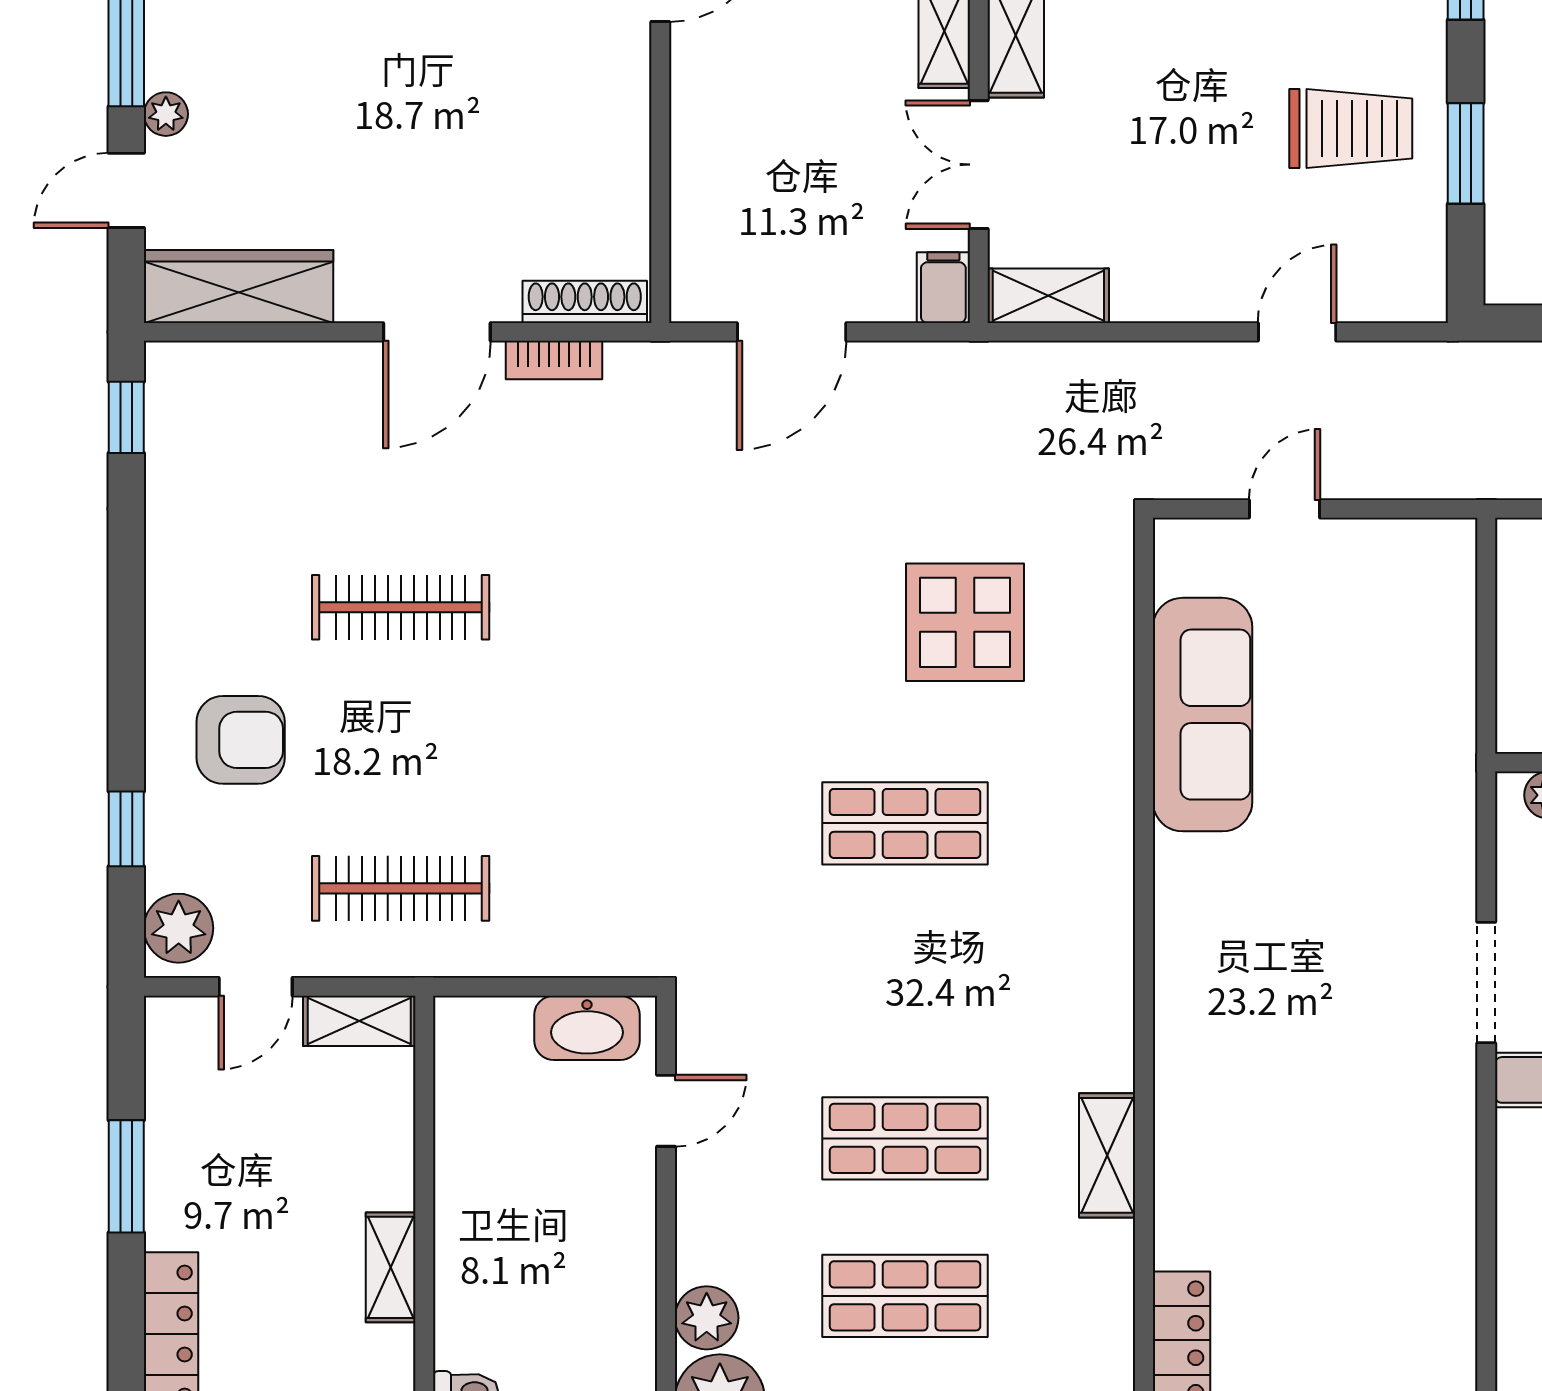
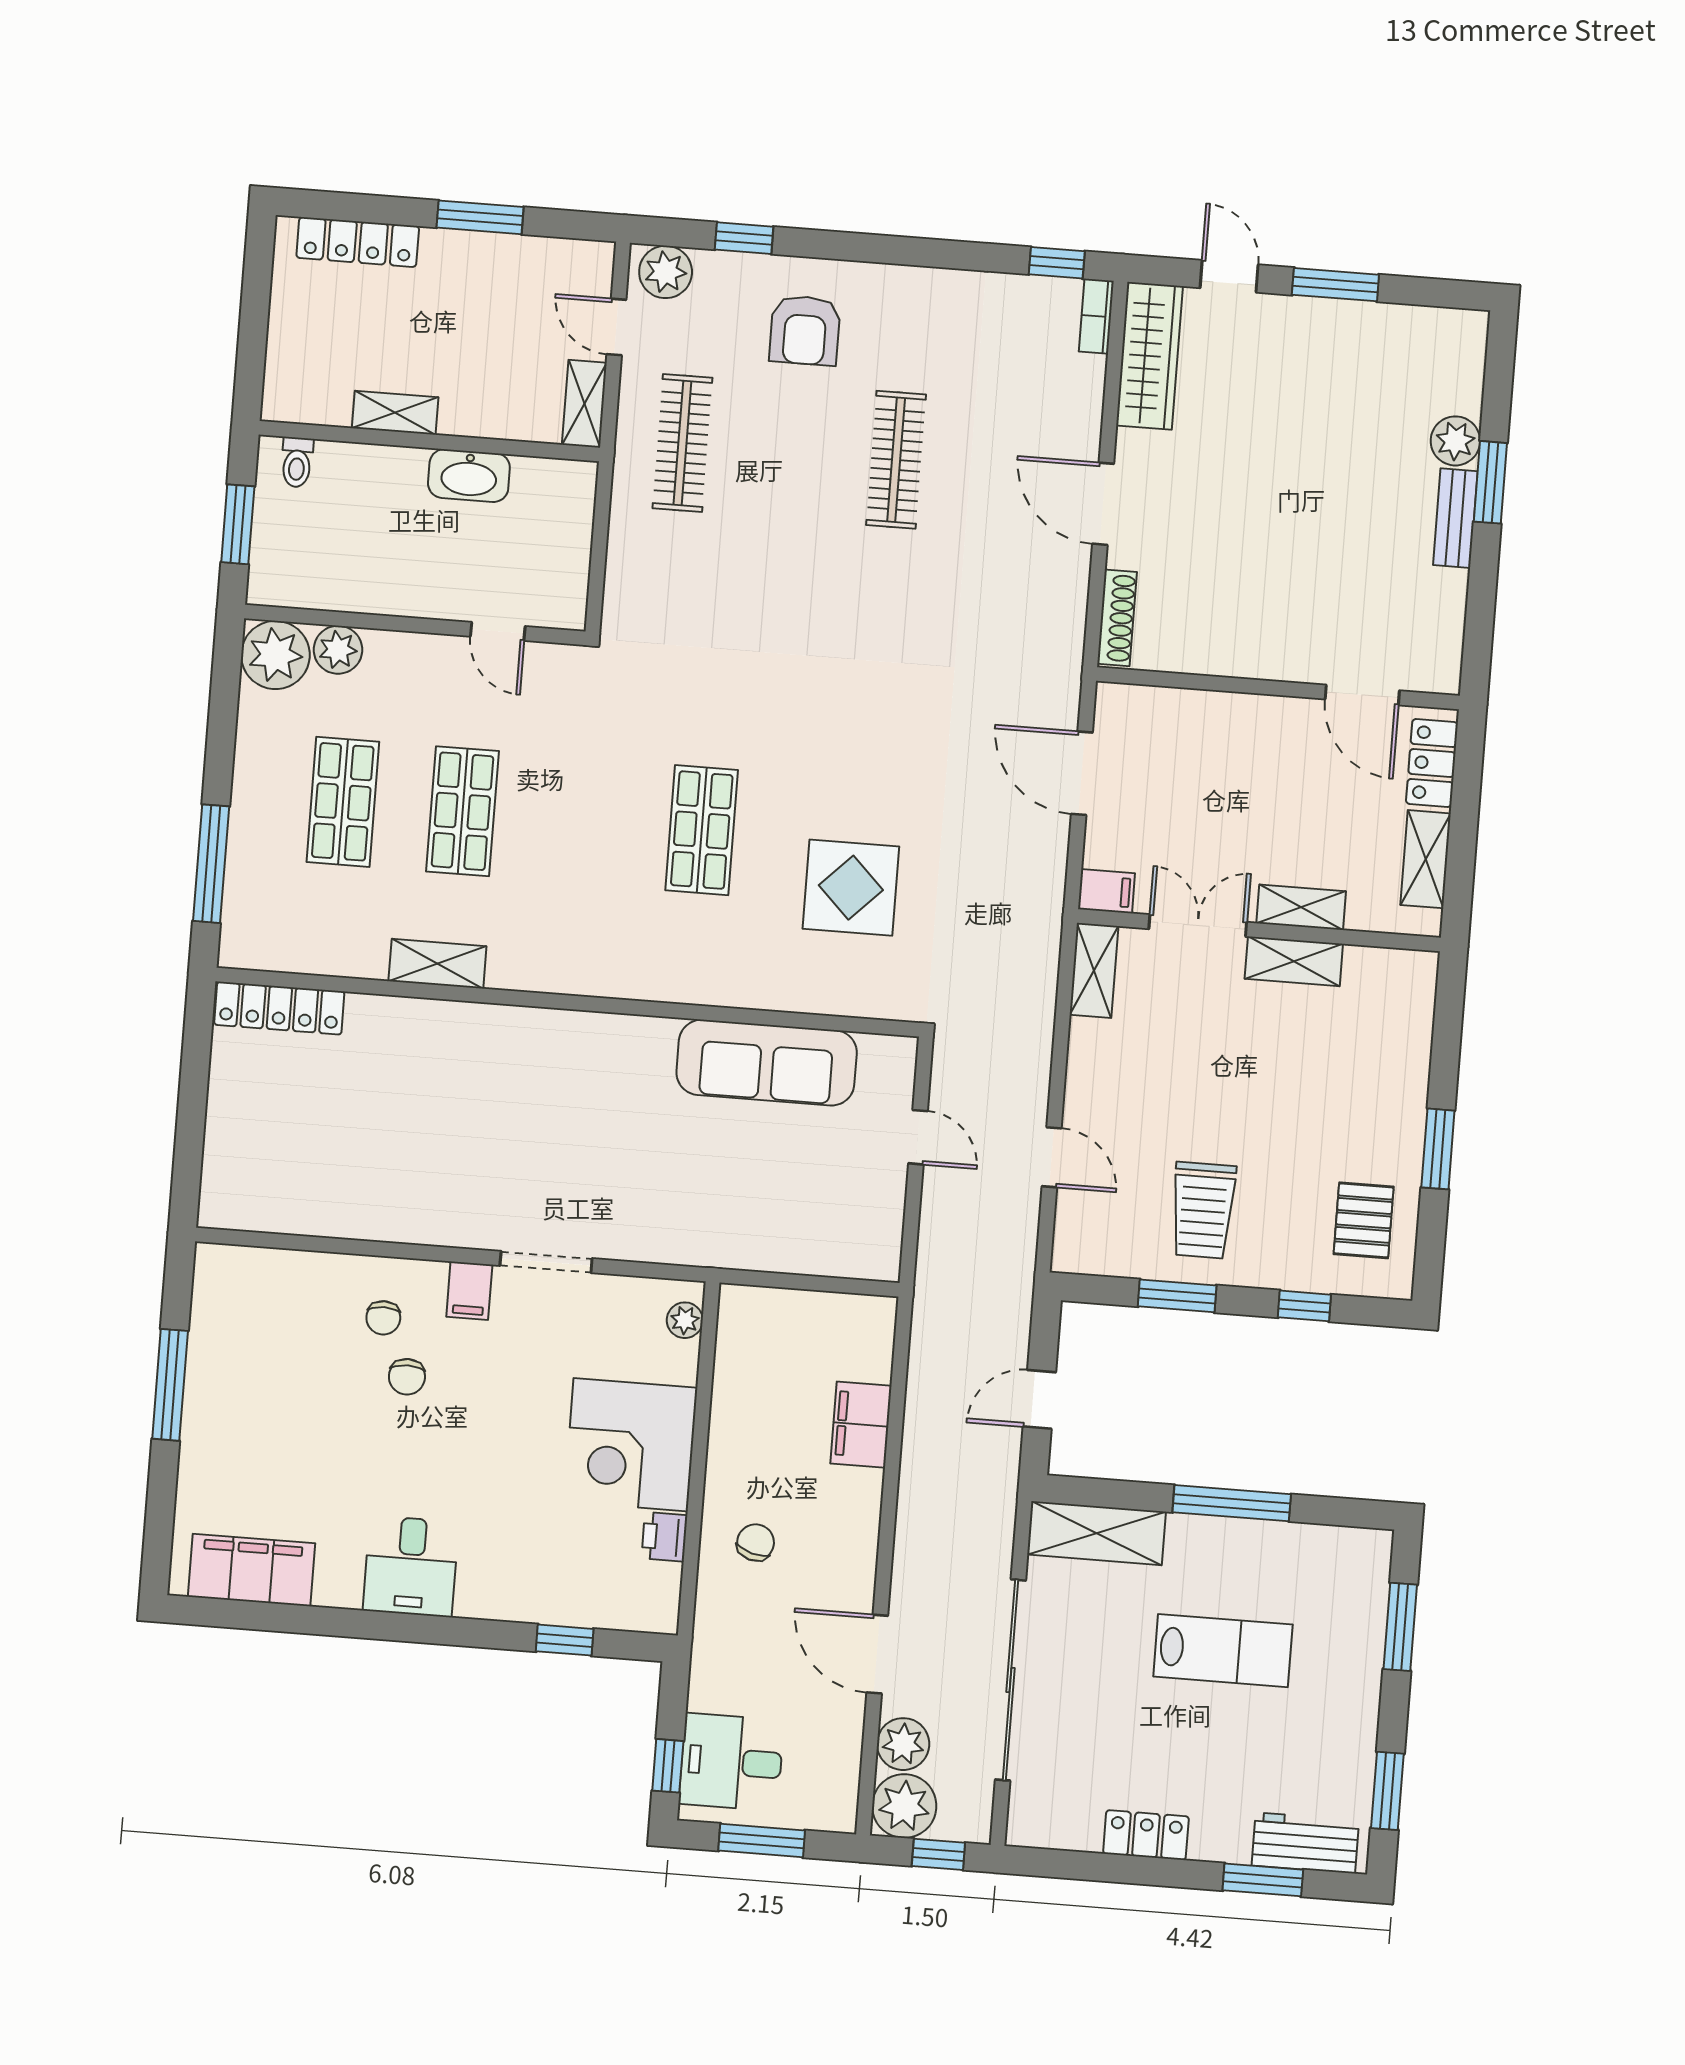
plant: (166, 114) -> (1285, 311), removed
bookcase: (554, 360) -> (1096, 316), moved
washbasin: (587, 1028) -> (469, 476), moved, turned -90

